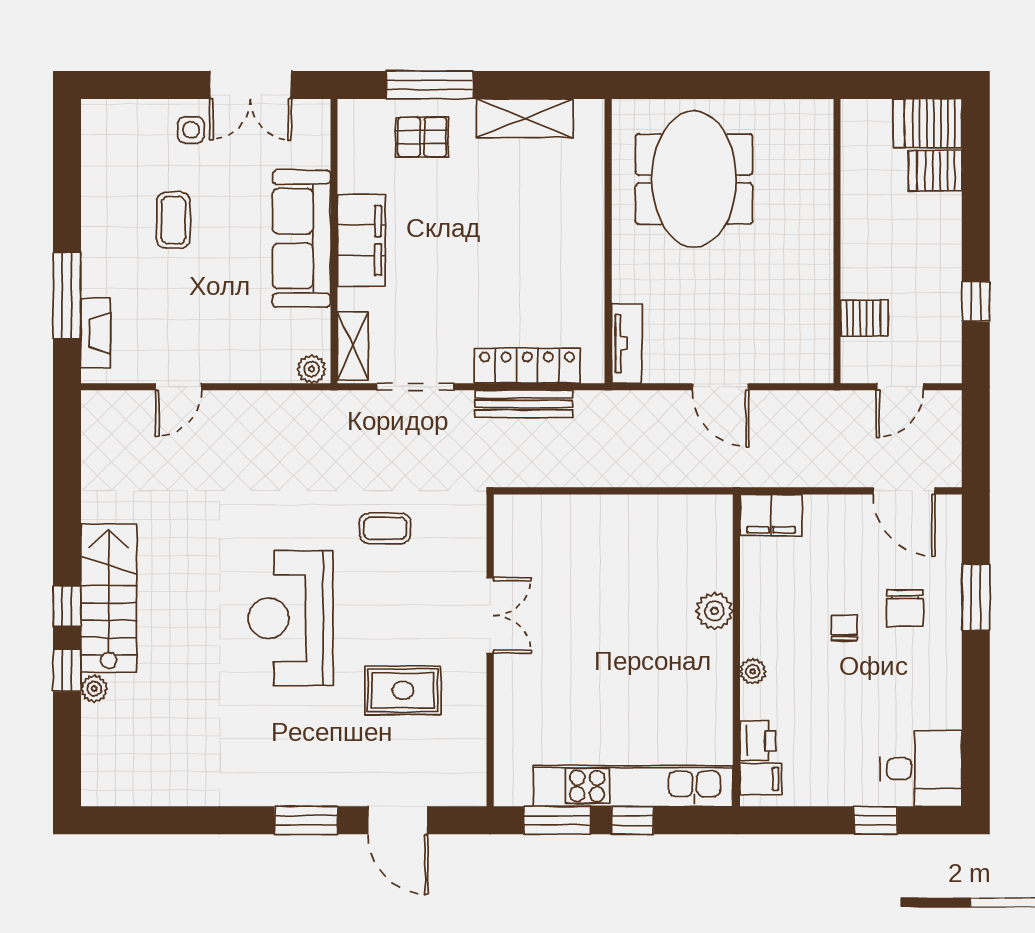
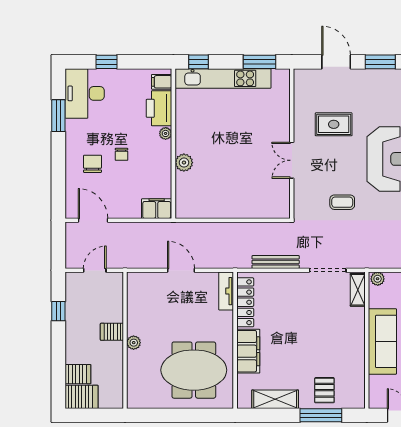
pallet: (422, 137) -> (324, 390), turned 90
meeting table: (694, 179) -> (194, 370), turned 90
plant: (819, 236) -> (134, 343), added
filing cabinet: (361, 240) -> (248, 351), moved, turned 180
server rack: (864, 318) -> (112, 332), moved
locker: (527, 366) -> (245, 302), moved, turned -90
window: (976, 597) -> (58, 116), moved
printer: (758, 741) -> (159, 108), width x1.87, depth x1.48
desk: (921, 769) -> (85, 93), width x1.37
window: (633, 820) -> (198, 62), moved

